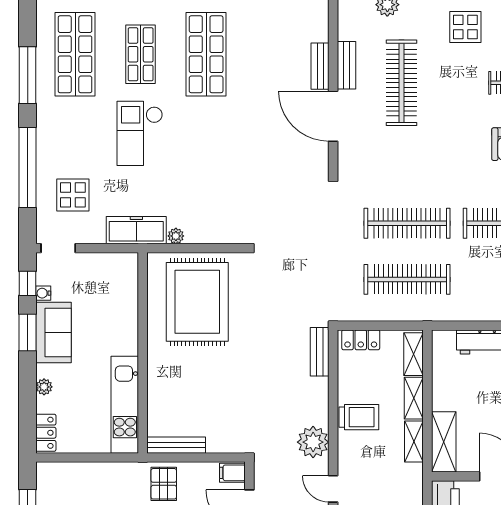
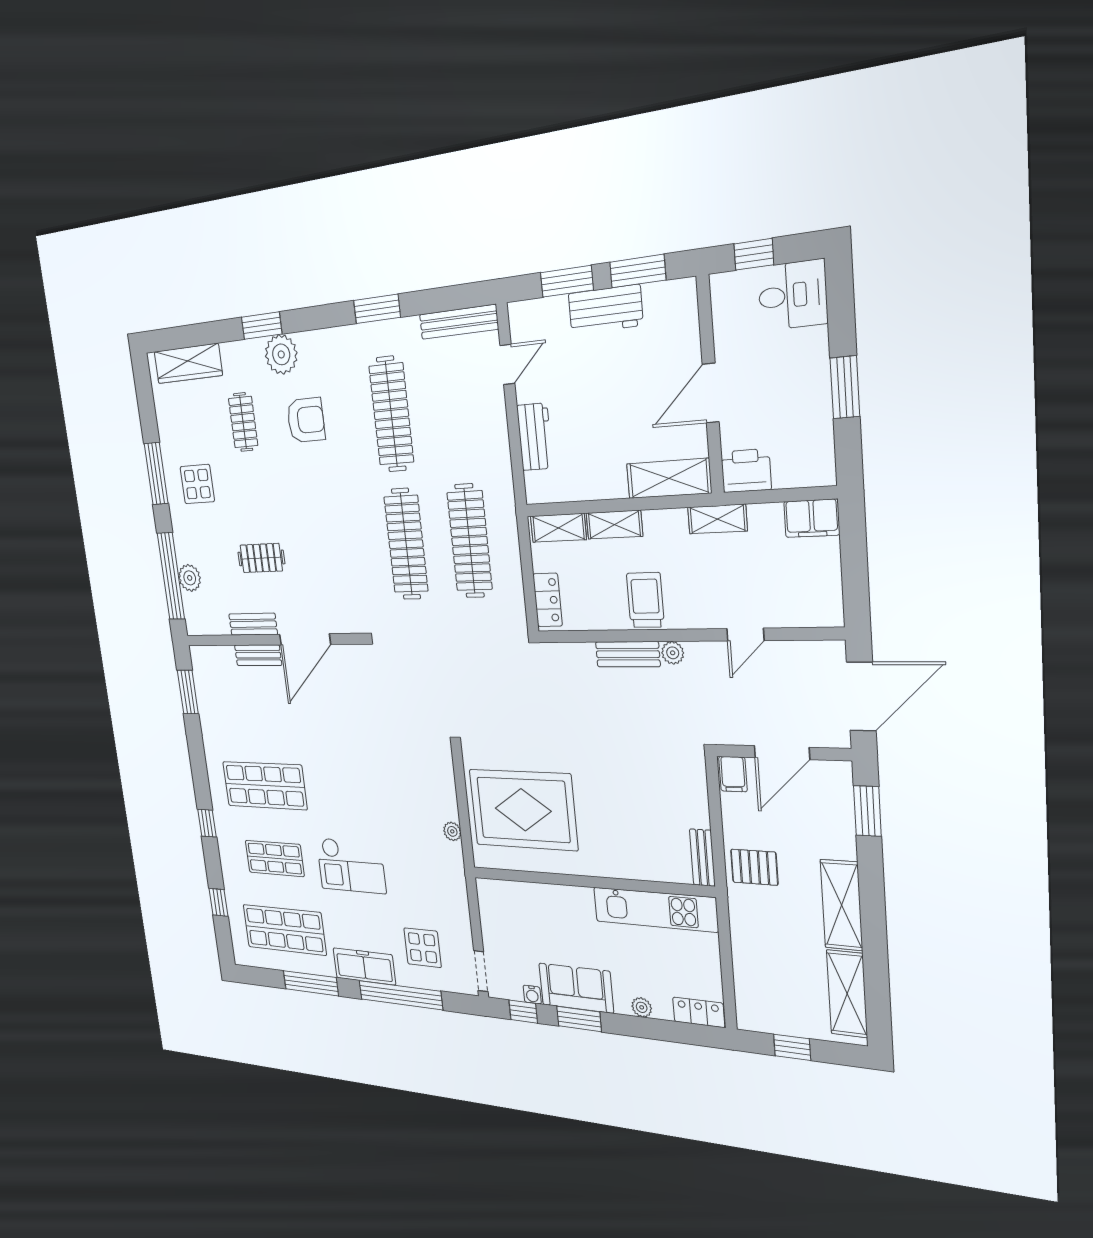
clothes rail: (401, 83) -> (261, 558), width x0.54, depth x0.76
freezer: (136, 230) -> (364, 966), moved, turned 90
bench: (320, 352) -> (628, 654), moved
shelving: (414, 441) -> (717, 519), moved
plant: (313, 442) -> (673, 653), width x0.53, depth x0.53
bench: (176, 445) -> (702, 858), width x0.73

